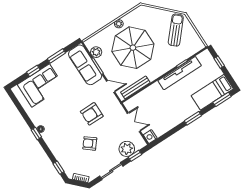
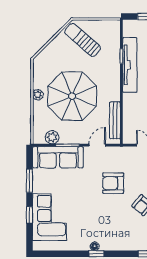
armchair: (92, 114) -> (113, 183), turned 90

